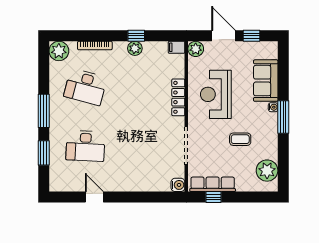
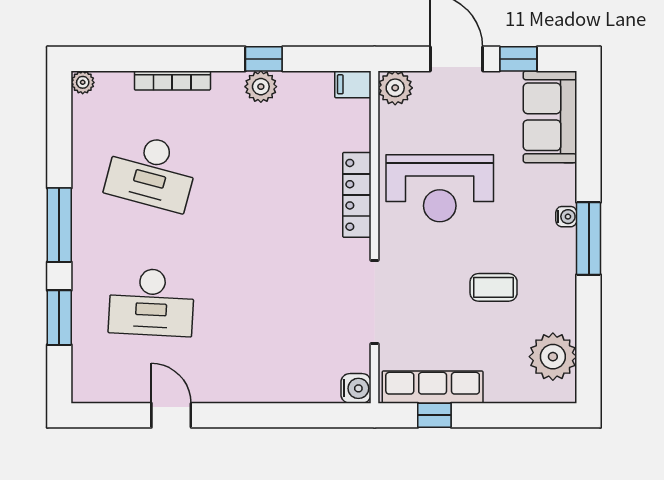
plant: (59, 51) -> (83, 82), width x0.53, depth x0.53
sofa: (266, 81) -> (550, 117), moved
reception desk: (216, 94) -> (440, 188), turned -90

